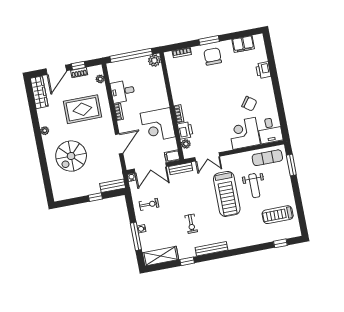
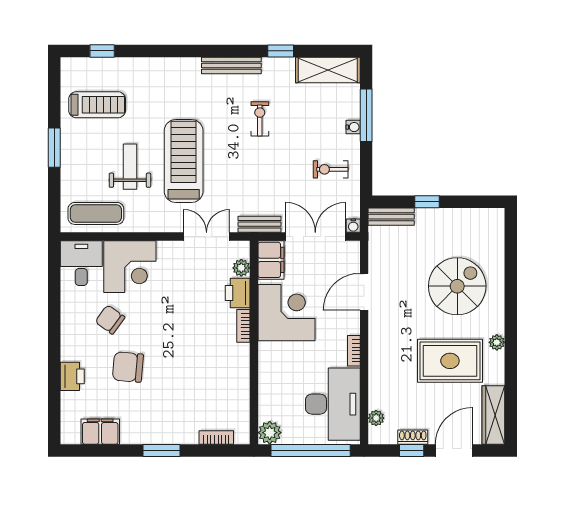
chair: (213, 57) -> (128, 367), moved, turned 95
desk: (123, 91) -> (333, 404), width x1.87, depth x1.30
rug: (82, 109) -> (450, 361), moved
filing cabinet: (172, 156) -> (271, 260), width x2.00
window: (291, 165) -> (54, 148), moved

